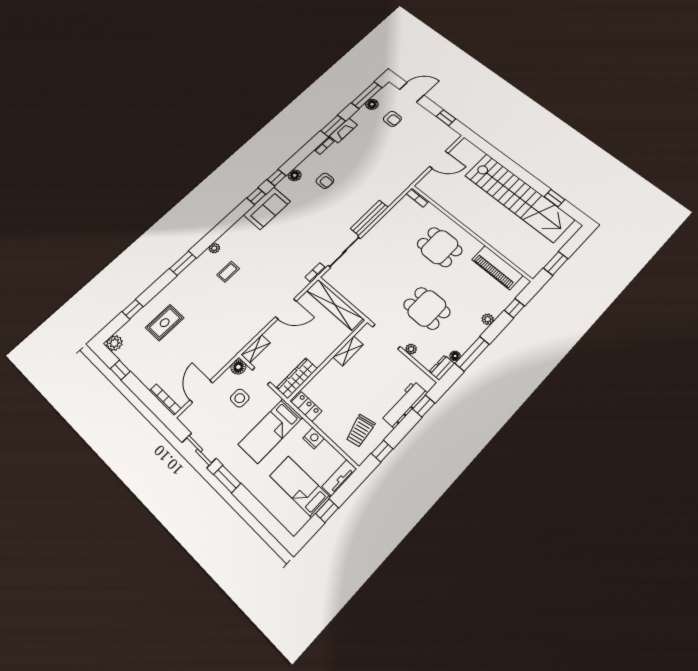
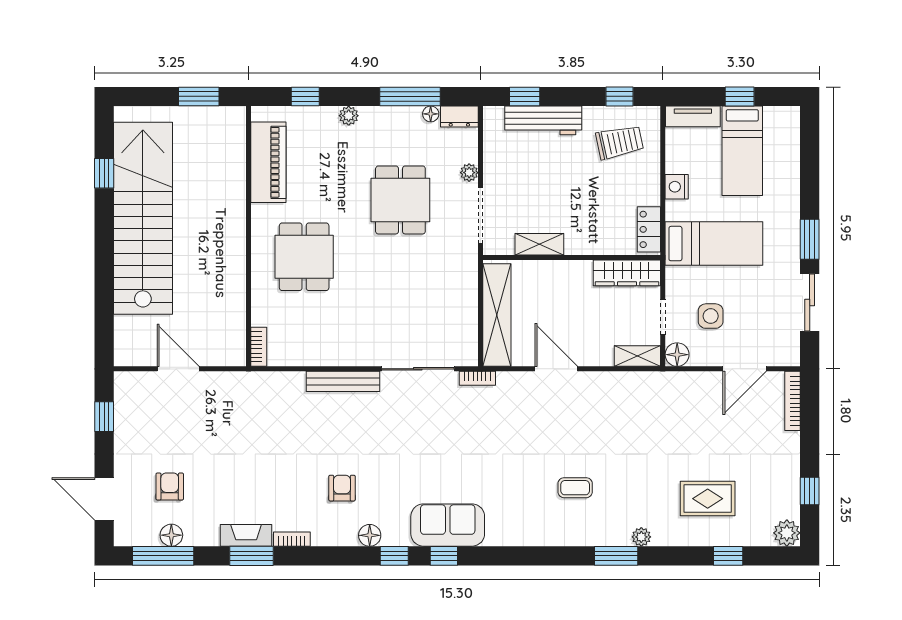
plant: (214, 248) -> (641, 537), moved

